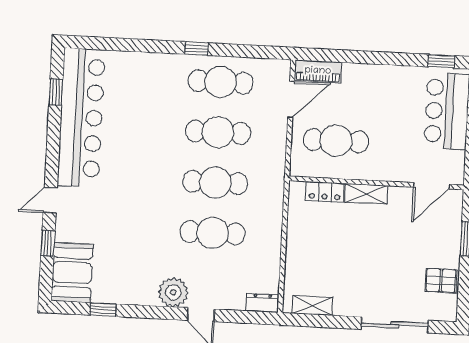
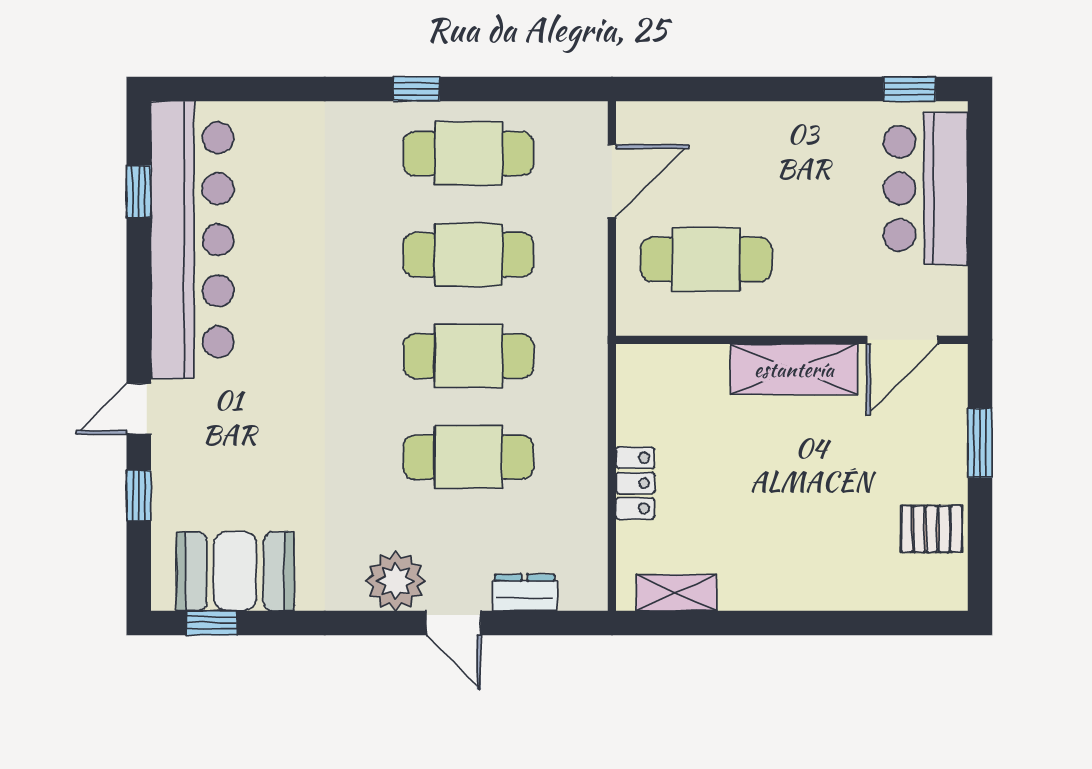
piano: (318, 71) -> (663, 122), removed
locker: (325, 192) -> (635, 483), moved, turned -90
shelving: (366, 194) -> (794, 369), width x1.50, depth x1.33
booth: (72, 273) -> (235, 571), moved, turned 90
dresser: (262, 303) -> (524, 593), moved
window: (103, 310) -> (211, 623), moved
sliding door: (395, 325) -> (843, 623), removed

